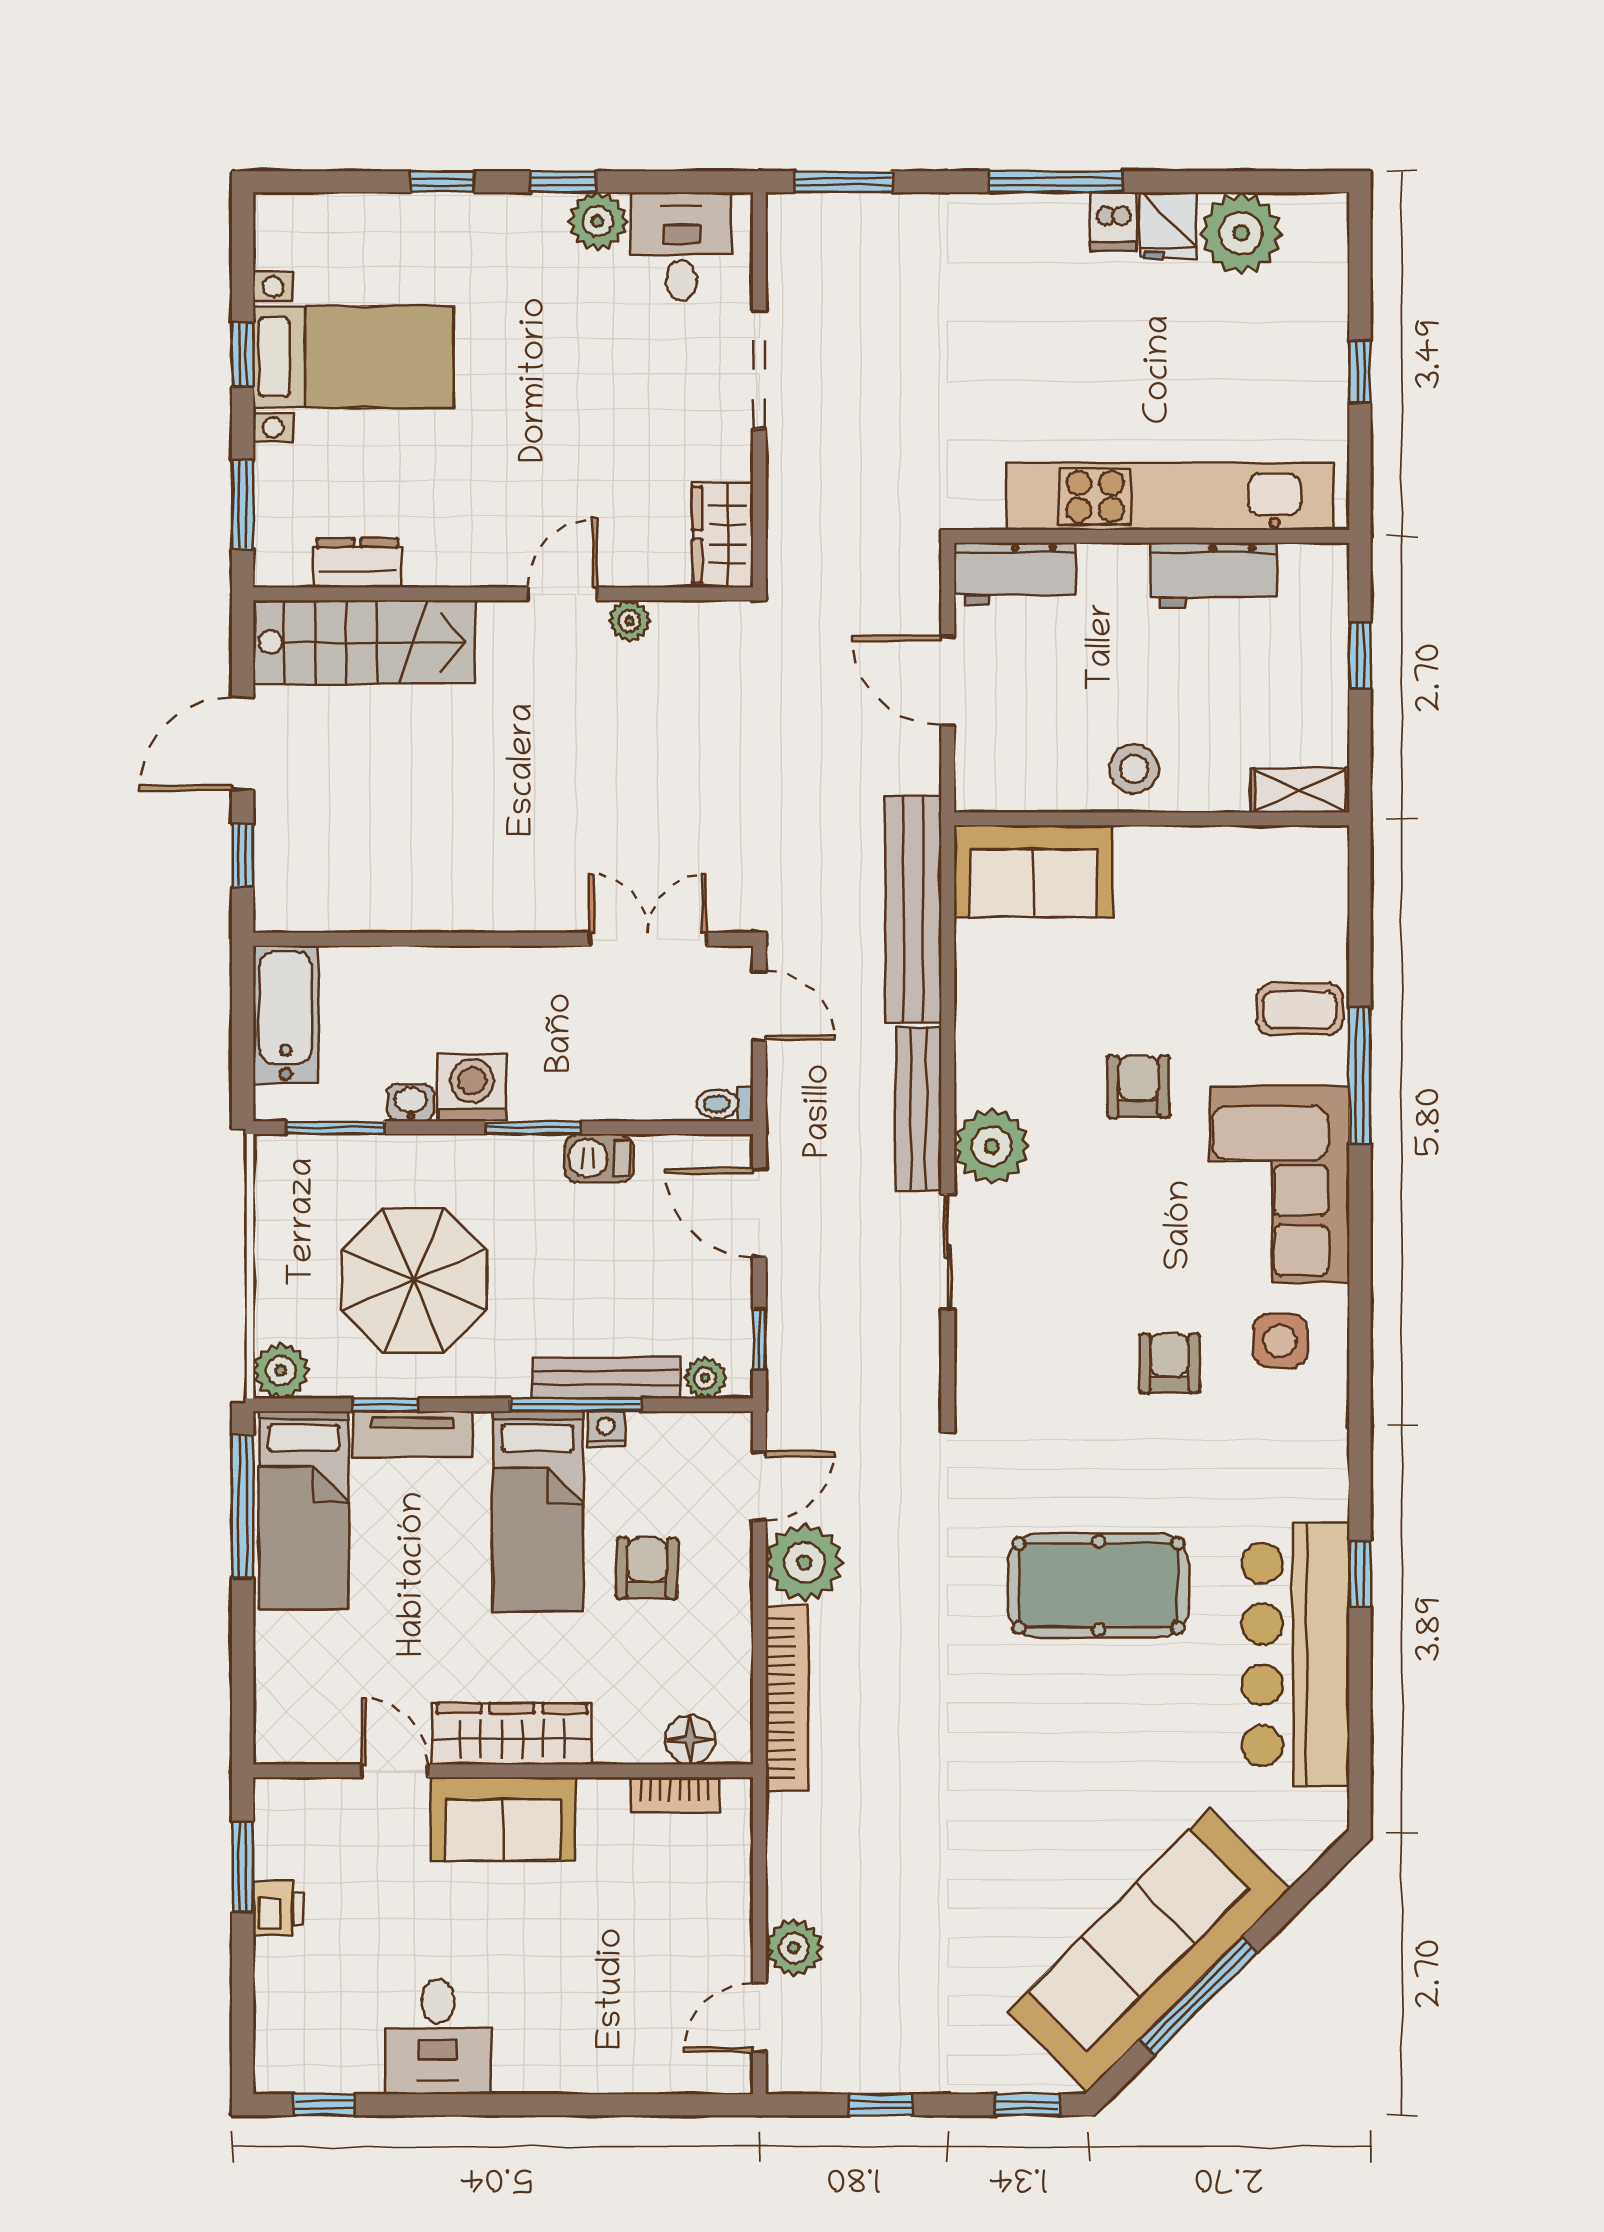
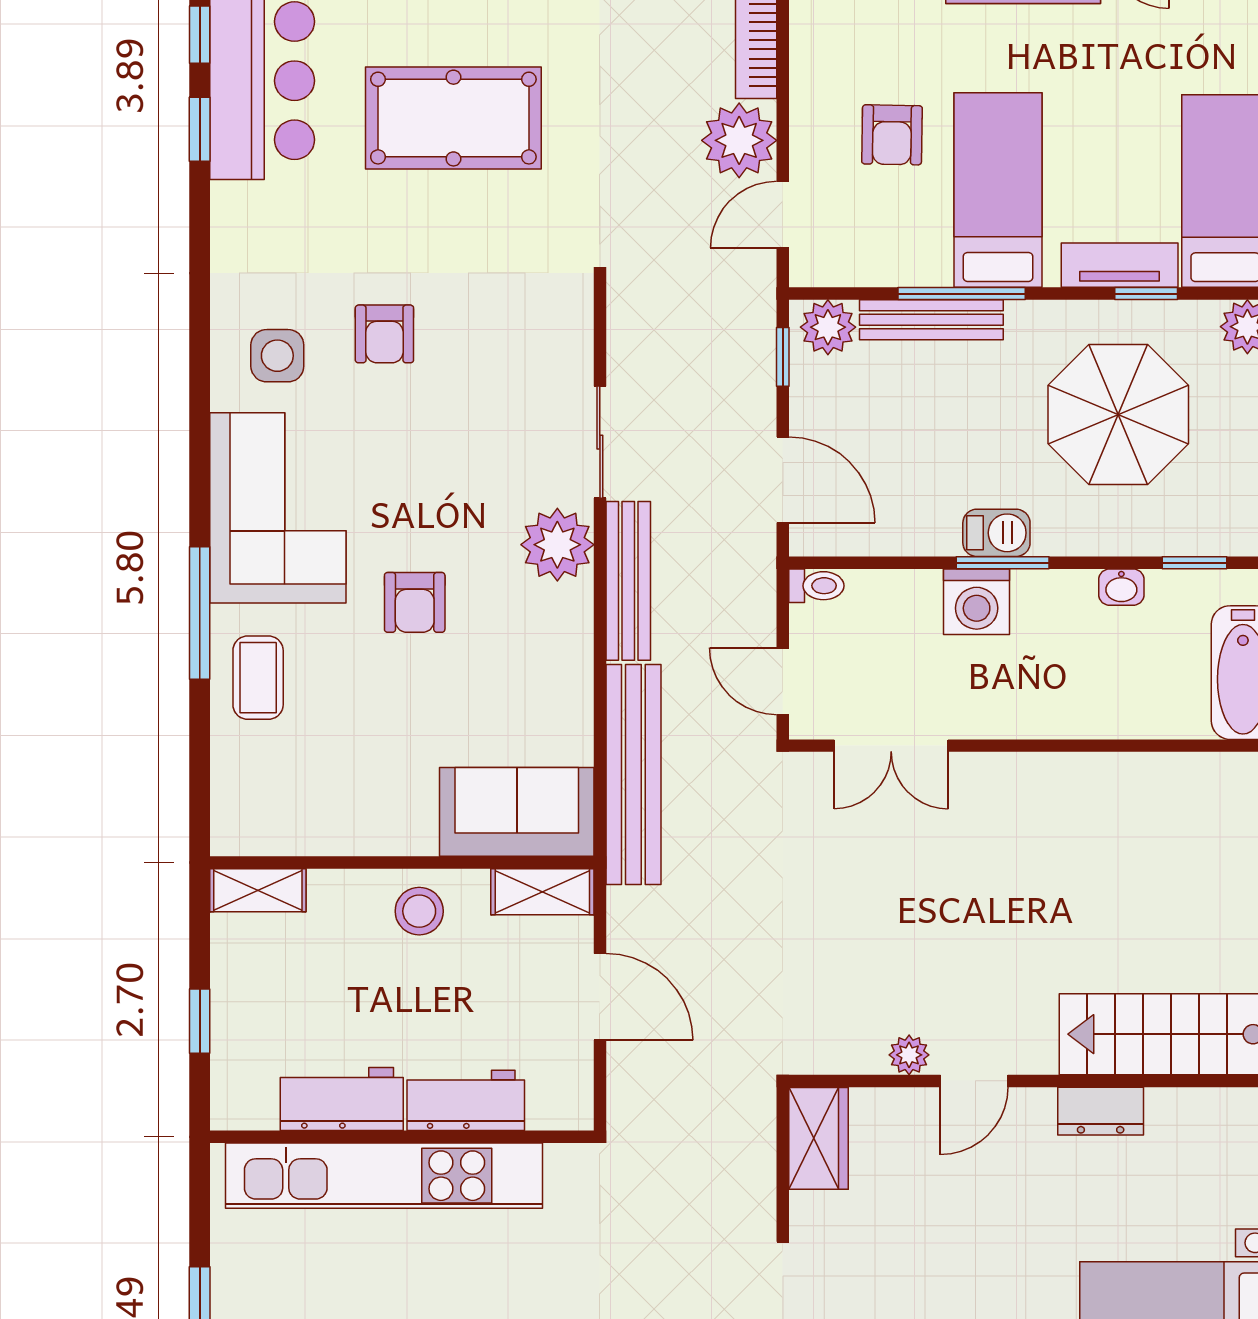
dresser: (357, 563) -> (1101, 1111), moved
workbench: (1016, 574) -> (466, 1100), moved
shelving: (1007, 789) -> (542, 892), added
coffee table: (1300, 1009) -> (258, 678), turned 90
washing machine: (472, 1087) -> (977, 602), moved
window: (335, 1128) -> (1195, 563), width x0.67
barbecue: (599, 1158) -> (996, 533), moved
plant: (705, 1378) -> (828, 327), width x1.38, depth x1.38
nightstand: (606, 1429) -> (932, 270), removed
window: (1360, 1671) -> (200, 35), added

